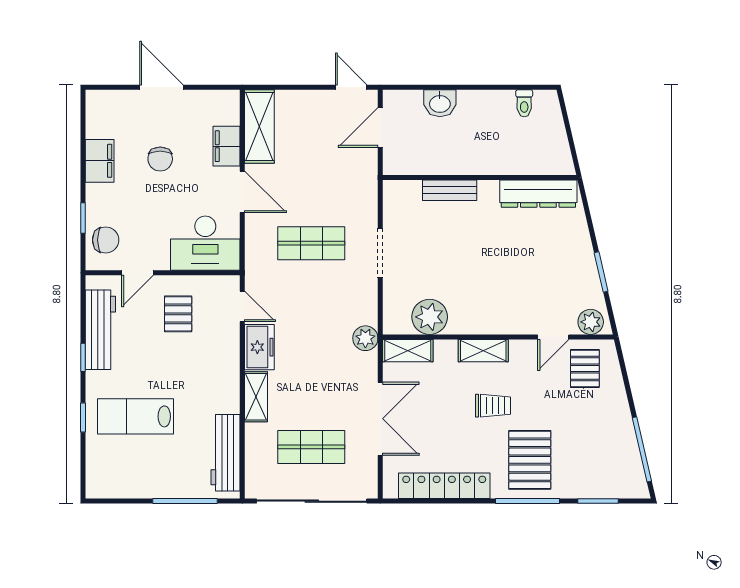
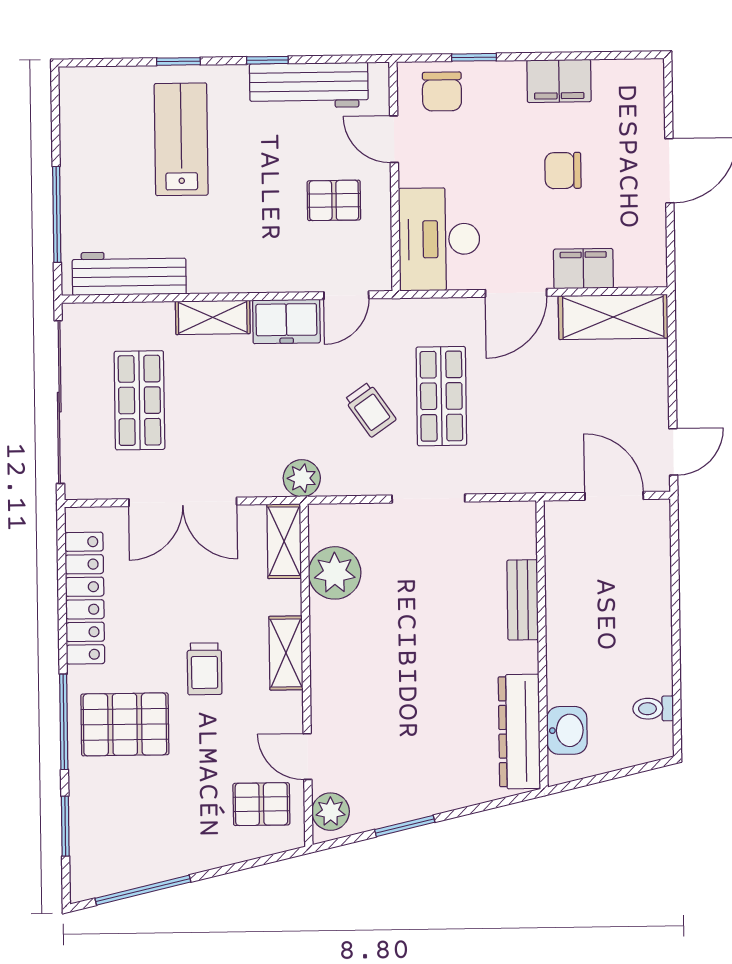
washbasin: (440, 103) -> (567, 730), moved, turned 180
trolley: (320, 291) -> (370, 410), added

